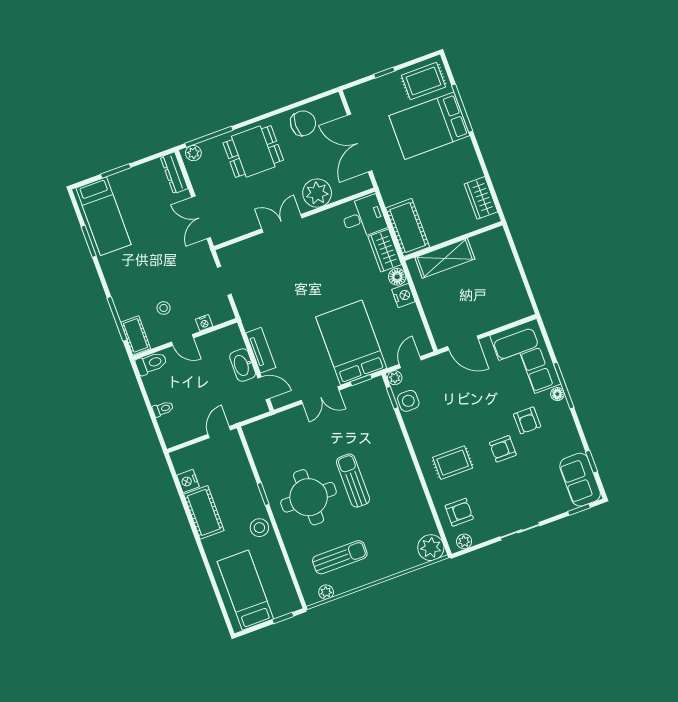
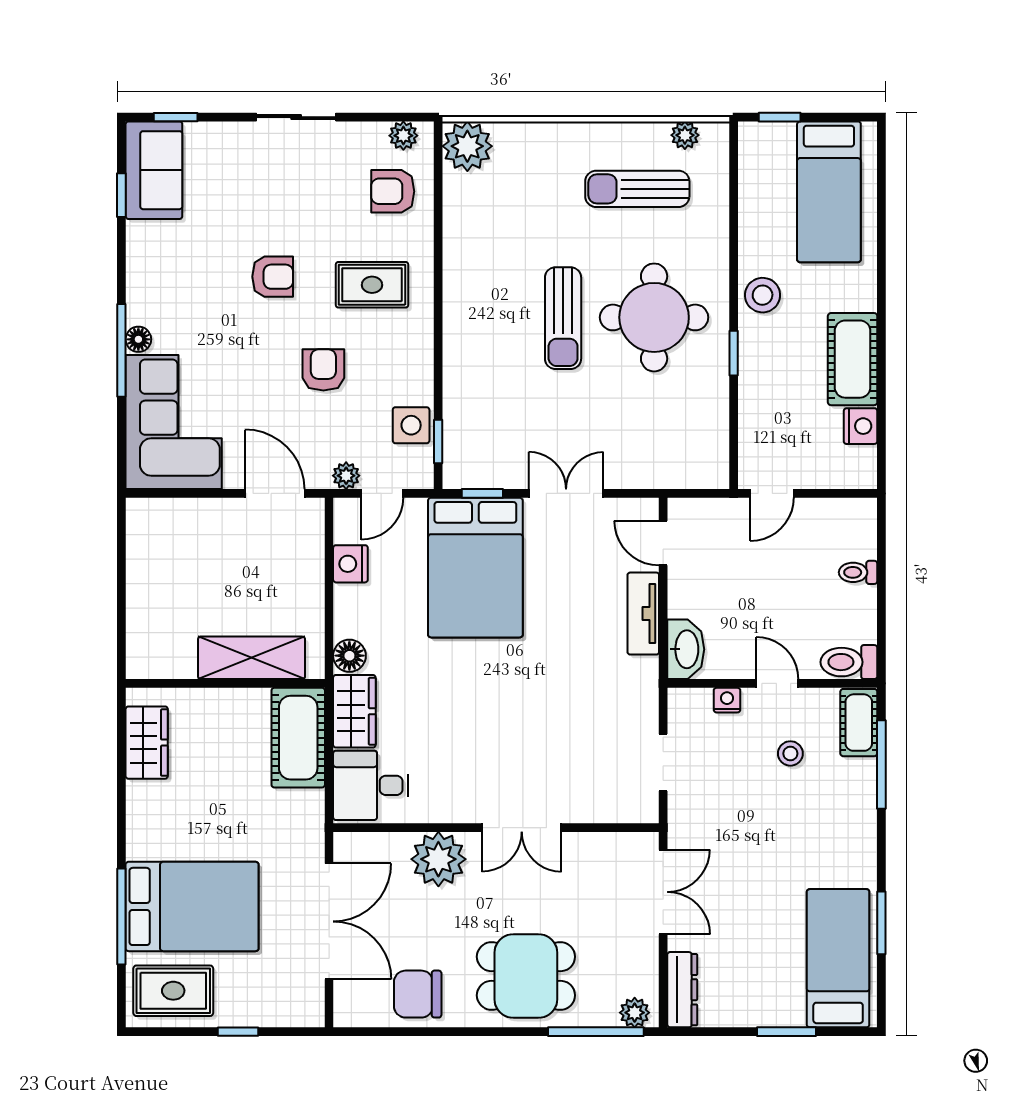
nightstand: (403, 296) -> (350, 564), moved
washbasin: (243, 365) -> (686, 649), moved
plant: (395, 378) -> (346, 476), moved
armchair: (527, 420) -> (323, 370), moved

